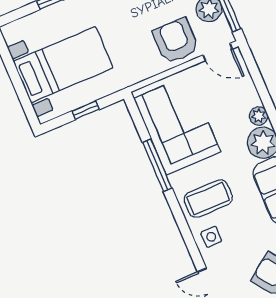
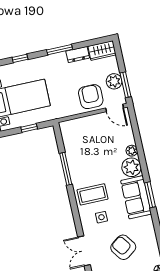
corner sofa: (177, 125) -> (82, 147), removed
side table: (211, 237) -> (101, 217), moved

